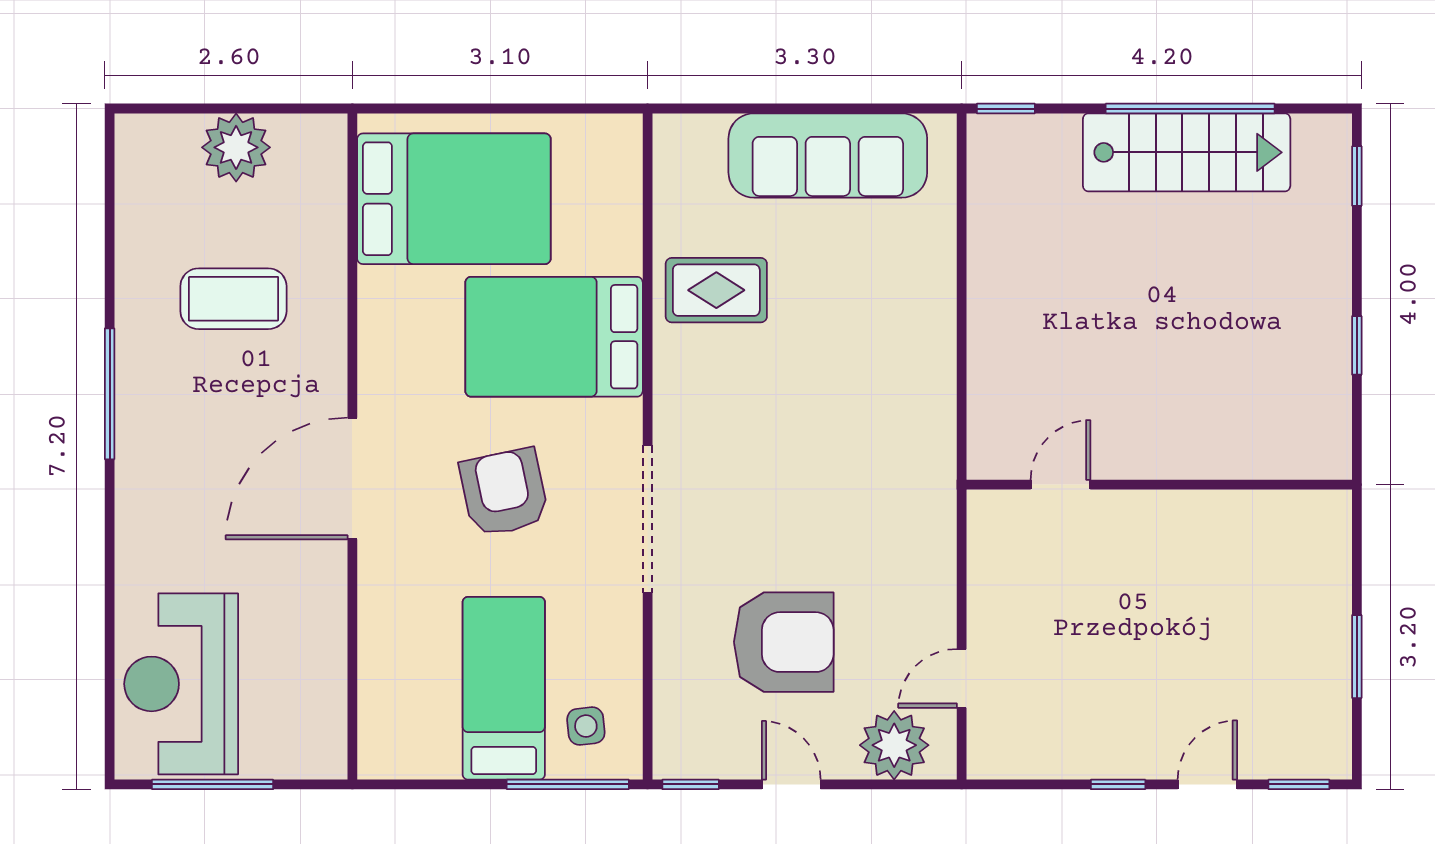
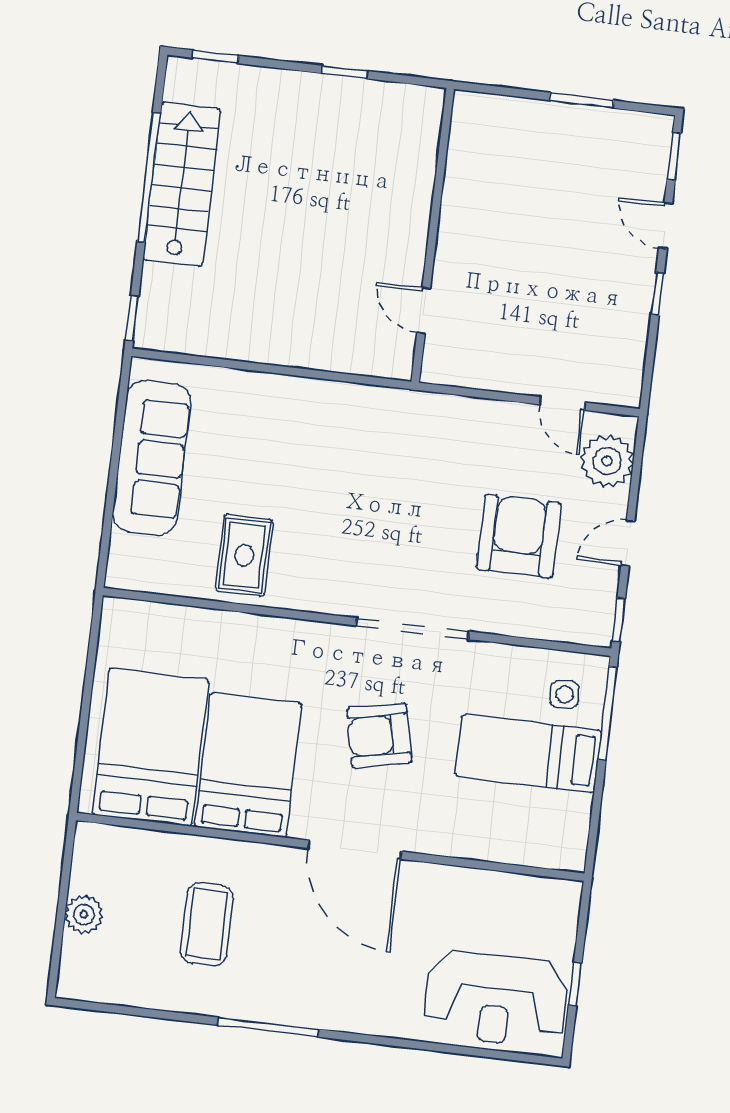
plant: (236, 147) -> (84, 915), width x0.73, depth x0.73
bed: (554, 337) -> (248, 765), moved, turned 180
window: (213, 784) -> (575, 984), width x0.46

